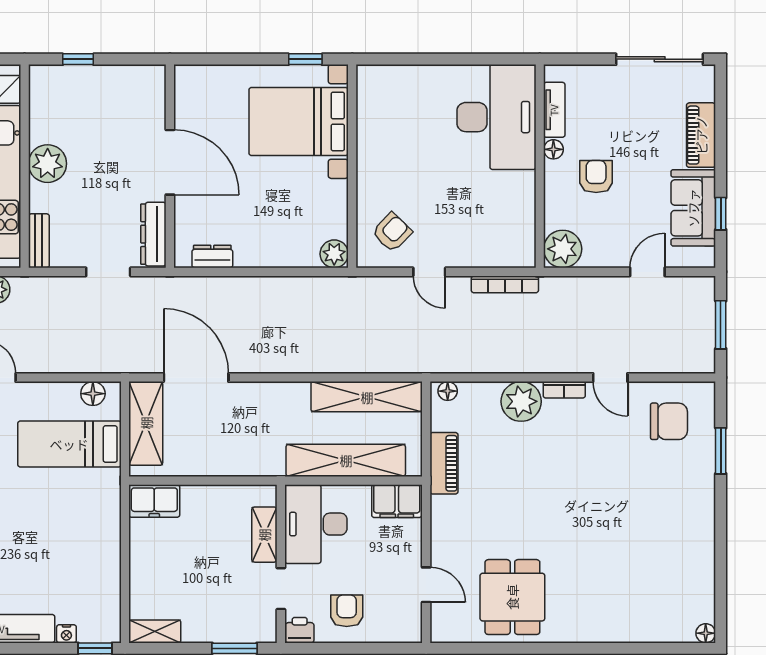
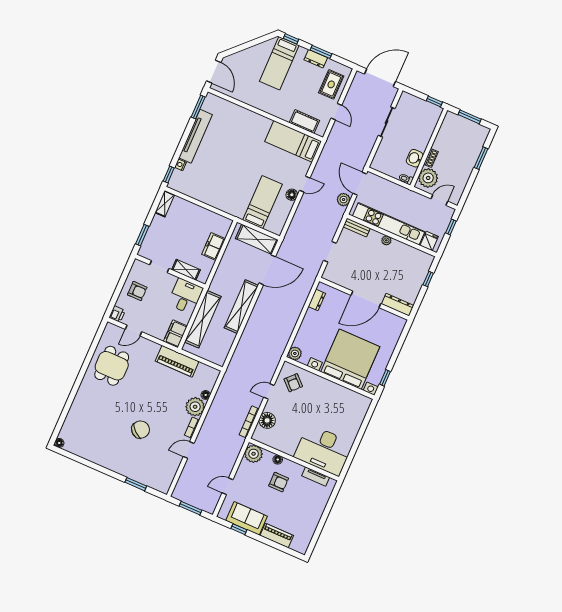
sliding door: (660, 59) -> (318, 532), removed
bed with nightstands: (299, 121) -> (350, 359), width x1.36
floor lamp: (553, 149) -> (278, 460), moved
plant: (48, 164) -> (386, 240), width x0.53, depth x0.53
dresser: (153, 234) -> (398, 305), moved
floor lamp: (487, 251) -> (267, 420), added
door: (647, 272) -> (227, 486), swing flipped
floor lamp: (448, 391) -> (206, 395), moved
floor lamp: (93, 394) -> (292, 195), moved
shelving: (367, 397) -> (241, 307), moved
chair: (669, 421) -> (141, 430), moved, turned -139
piano: (444, 463) -> (177, 361), width x1.37, depth x1.33
freezer: (154, 501) -> (214, 247), moved
desk: (316, 524) -> (185, 296), width x0.73
dining table: (512, 597) -> (112, 366), turned 90
printer: (300, 630) -> (117, 314), moved

